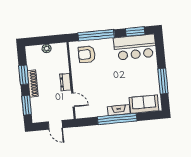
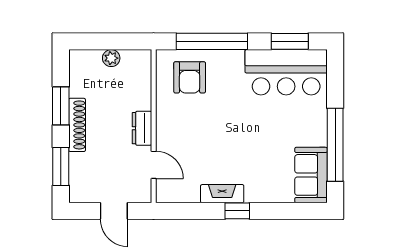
armchair: (87, 54) -> (190, 77), turned -90
window: (163, 81) -> (335, 145), width x1.46
sofa: (144, 104) -> (311, 175), moved, turned -90
fireplace: (119, 110) -> (222, 194), moved
window: (117, 119) -> (237, 211), width x0.32

